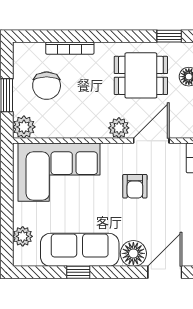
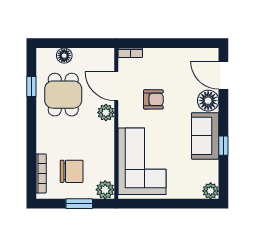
window: (169, 36) -> (31, 87), moved
bookcase: (70, 48) -> (41, 173), moved
plant: (23, 236) -> (211, 191), moved
sofa: (80, 250) -> (205, 136), width x0.73

